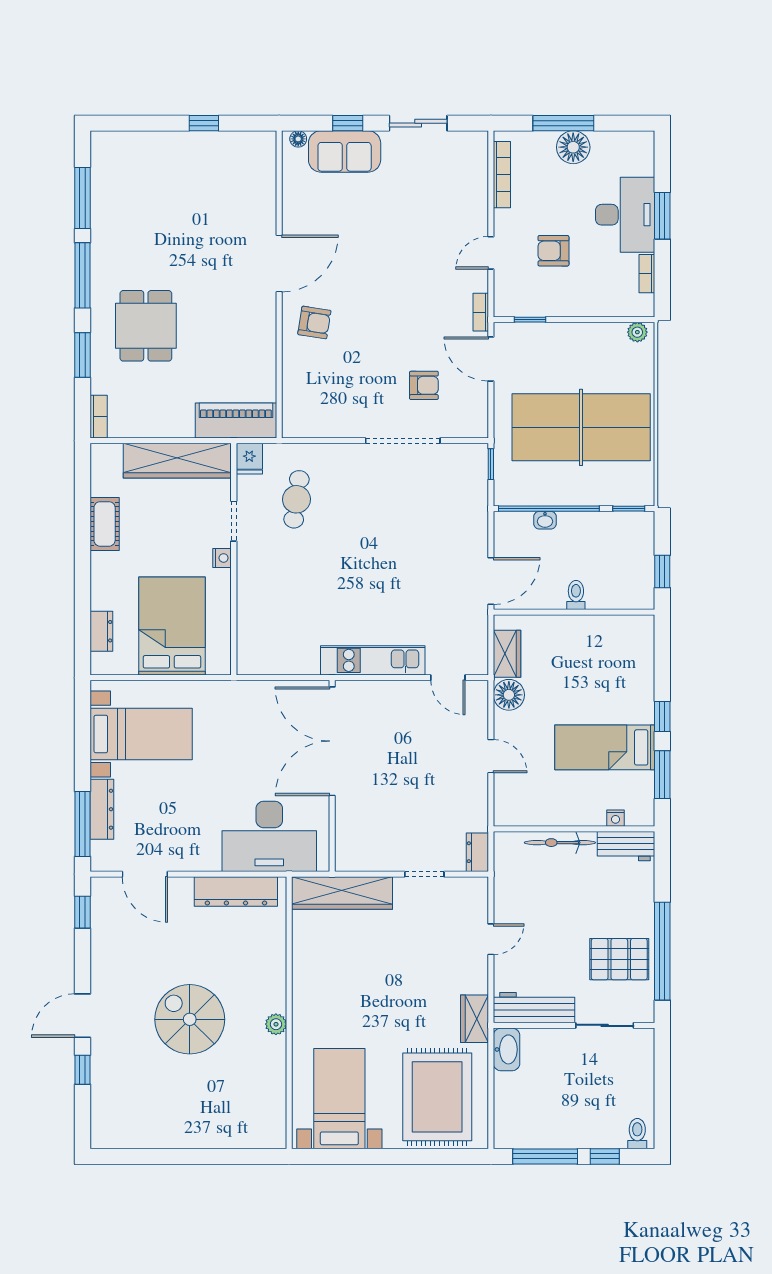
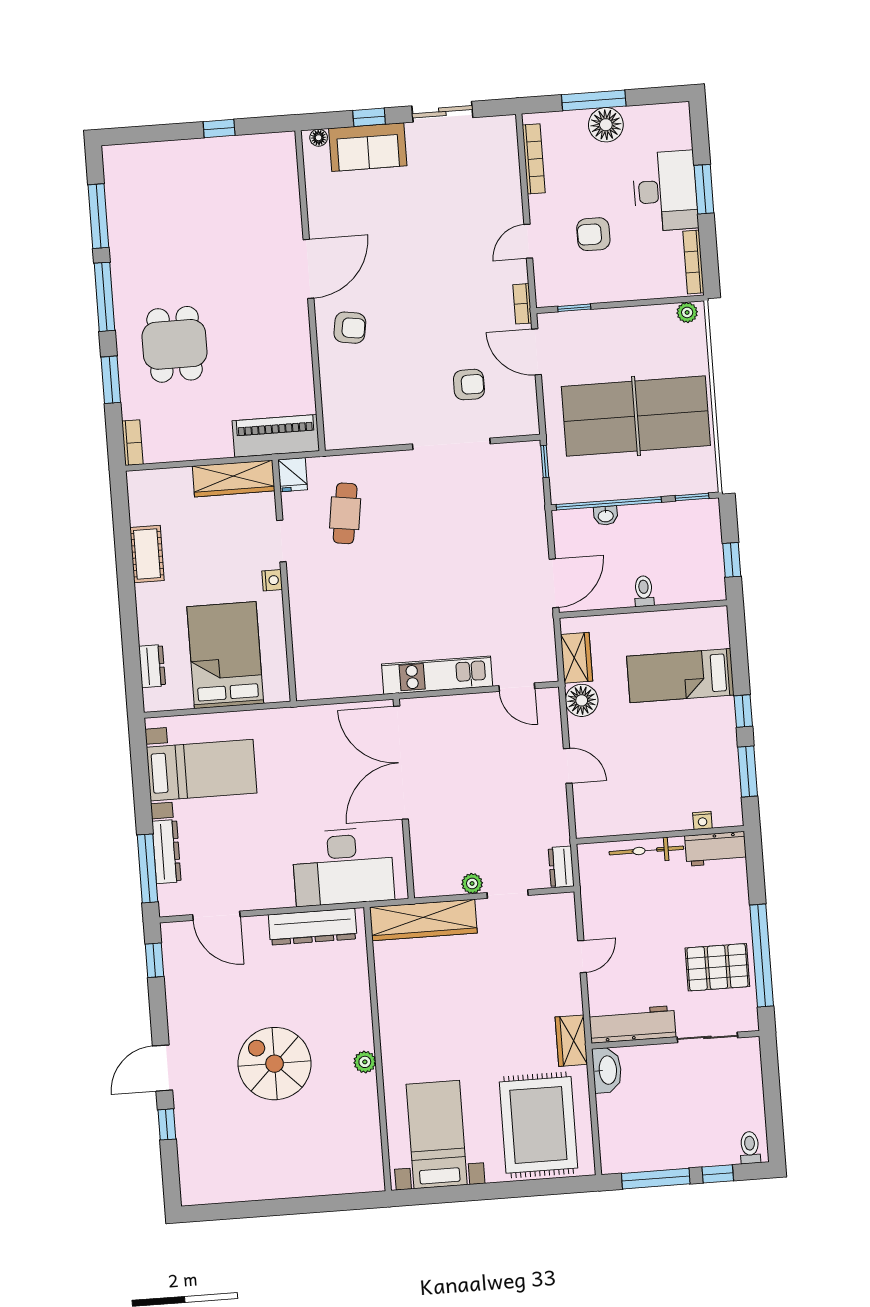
bookcase: (647, 274) -> (693, 262), width x1.56
wardrobe: (177, 461) -> (234, 478), width x0.71, depth x0.85
bed: (605, 747) -> (680, 676), moved
plant: (391, 862) -> (472, 883), added

